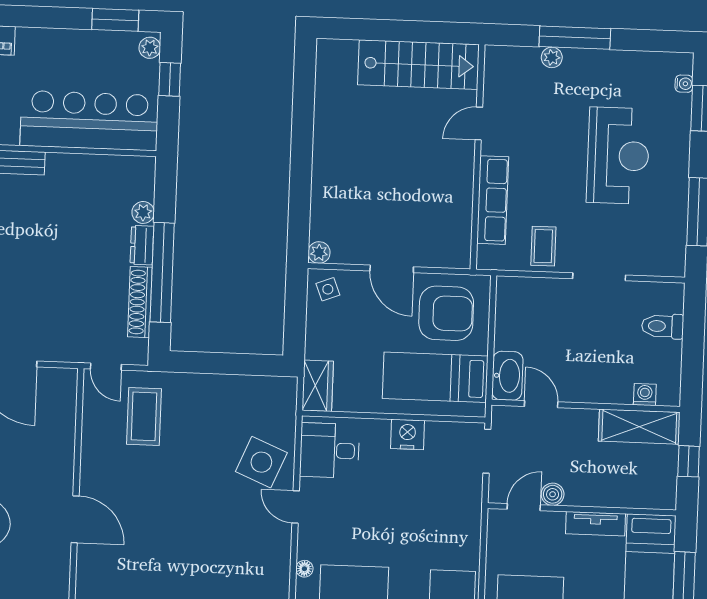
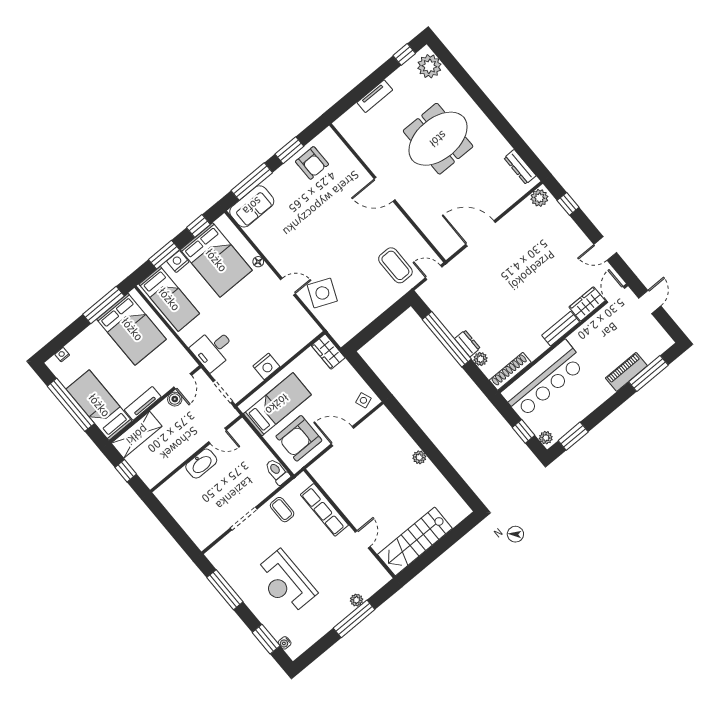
plant: (319, 253) -> (419, 457), moved
shoe rack: (140, 302) -> (510, 371), moved, turned -90
toilet: (663, 326) -> (277, 472), moved, turned -90
washbasin: (507, 376) -> (201, 464), moved, turned -90
washing machine: (645, 395) -> (174, 483), removed
shelving: (639, 427) -> (137, 435), moved
desk: (330, 450) -> (213, 349), moved, turned 180

